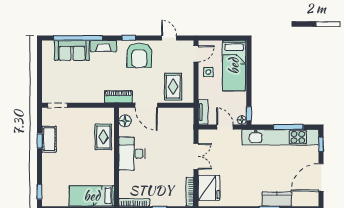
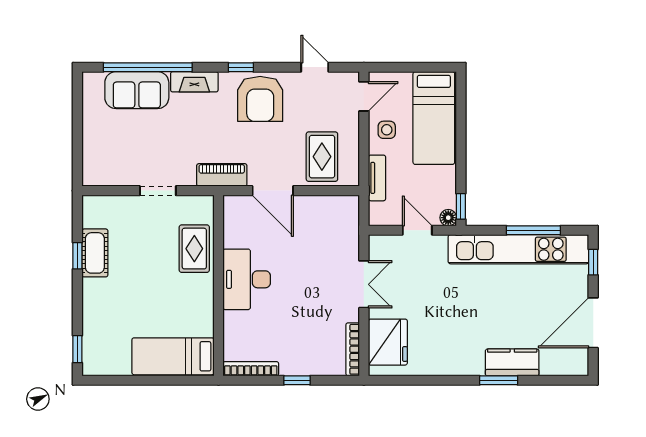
doorway: (58, 105) -> (158, 191), moved
tv unit: (203, 112) -> (377, 178), moved
floor lamp: (125, 121) -> (234, 219), removed

